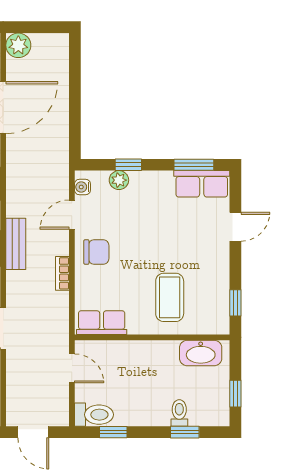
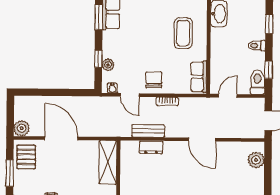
coffee table: (170, 297) -> (183, 33), turned 90
toilet: (179, 413) -> (257, 46), moved

